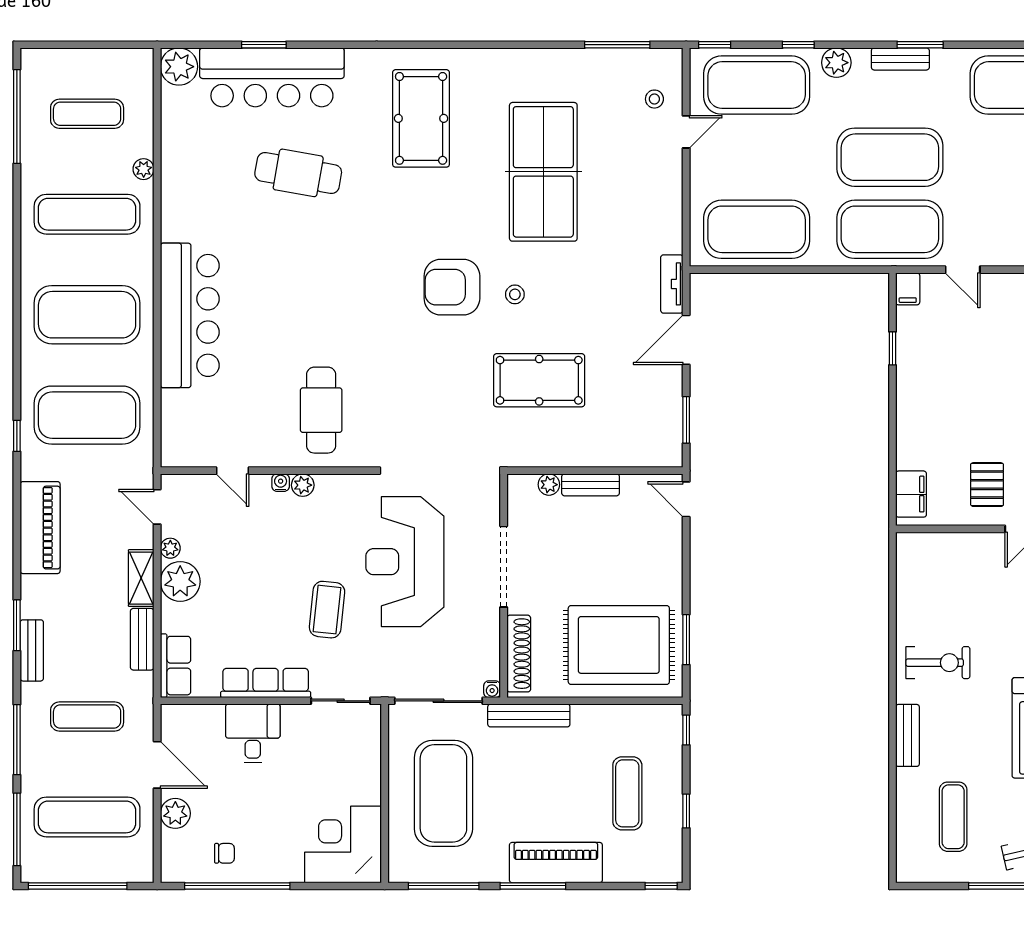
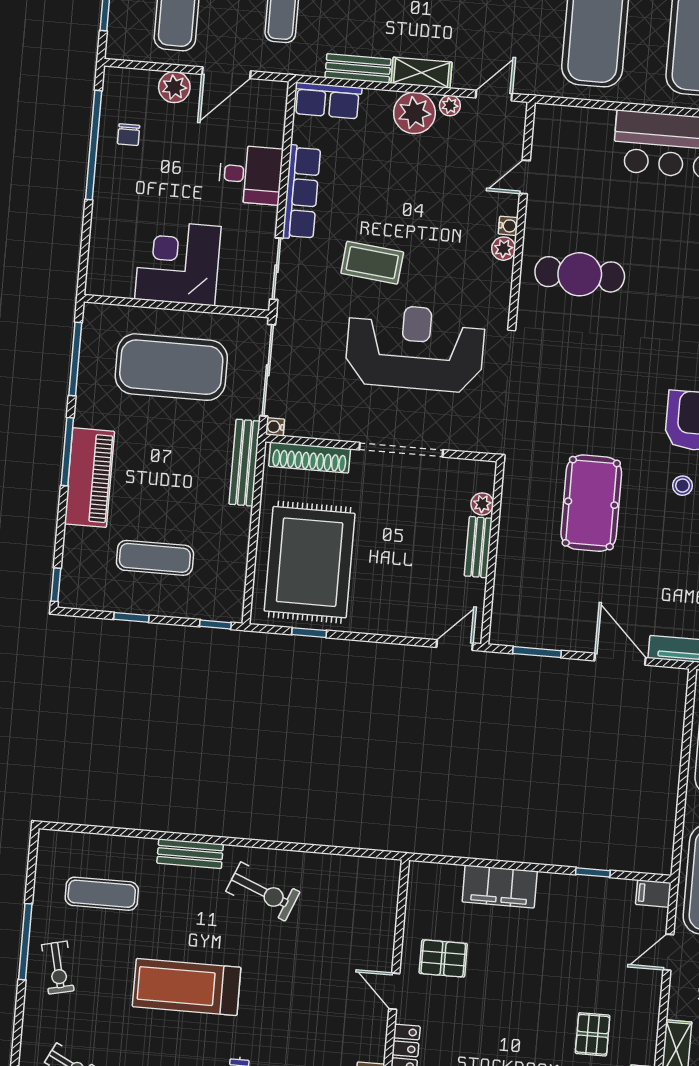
filing cabinet: (911, 494) -> (500, 887), moved, width x1.50, depth x1.17
window: (686, 640) -> (309, 633), width x0.67
exercise bike: (938, 663) -> (263, 892), turned -68
corner desk: (343, 844) -> (178, 263), moved, turned -90

